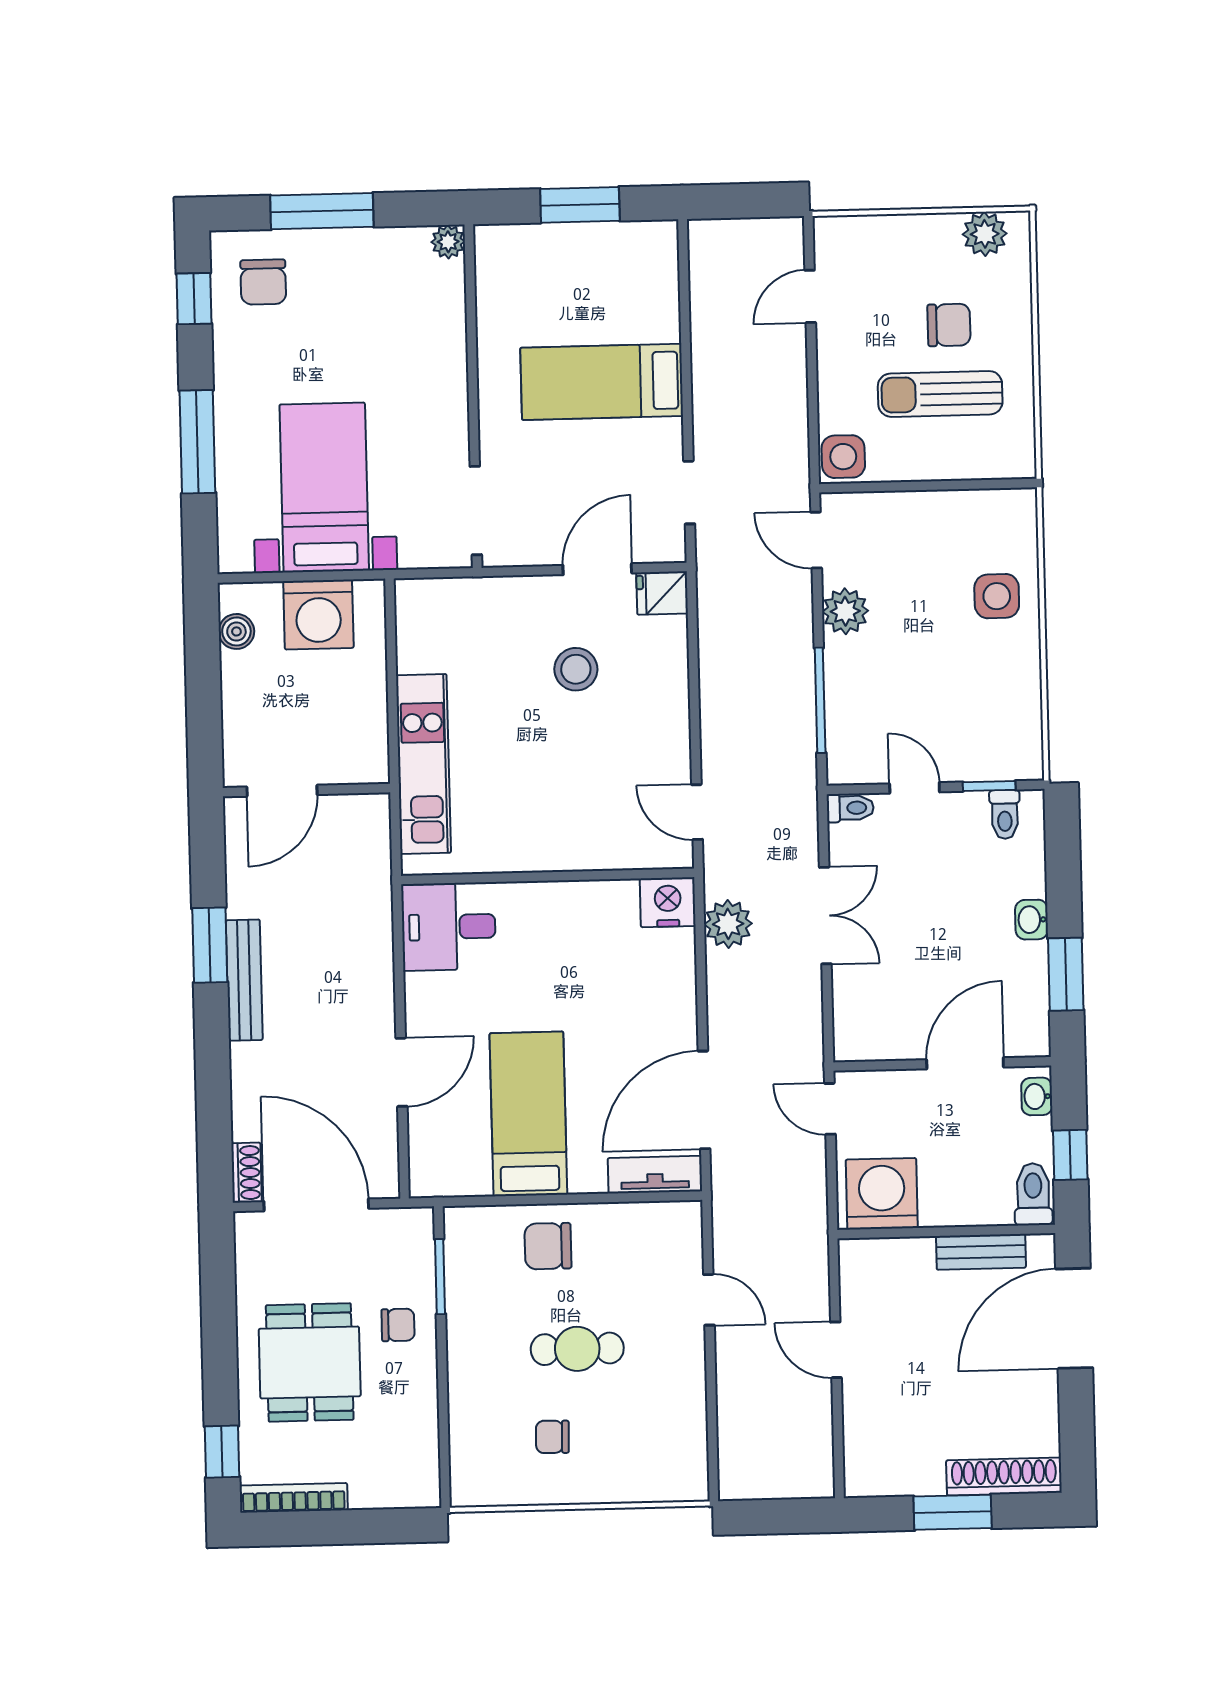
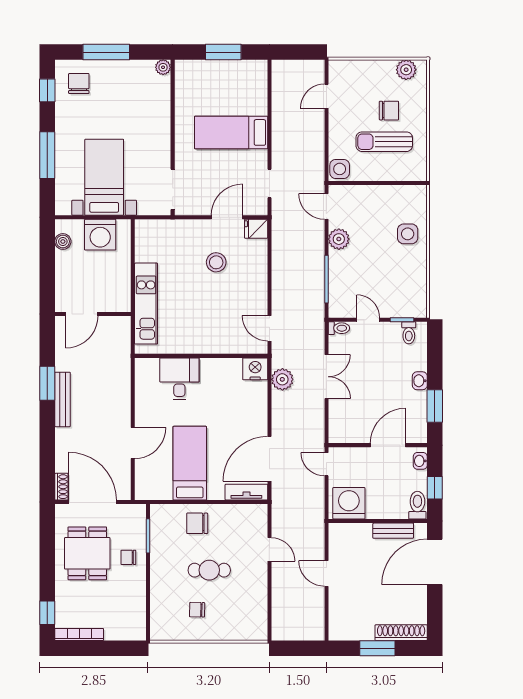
chair: (263, 282) -> (79, 84), turned 180
desk: (449, 927) -> (179, 379), moved, turned 90
chair: (398, 1325) -> (128, 557), turned 180
dining table: (310, 1362) -> (87, 553), moved

